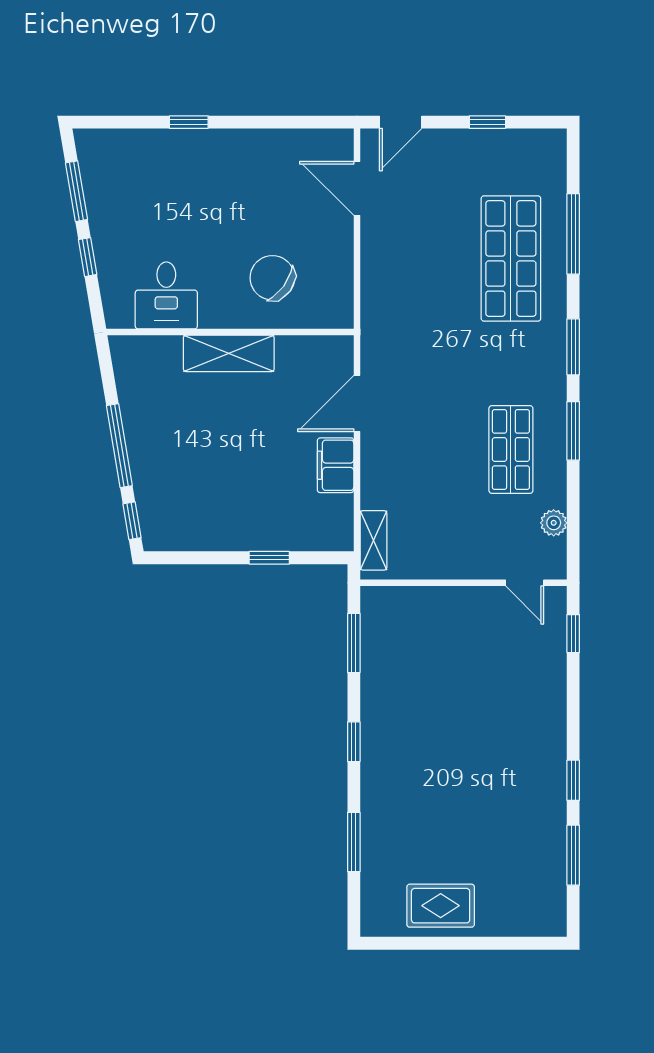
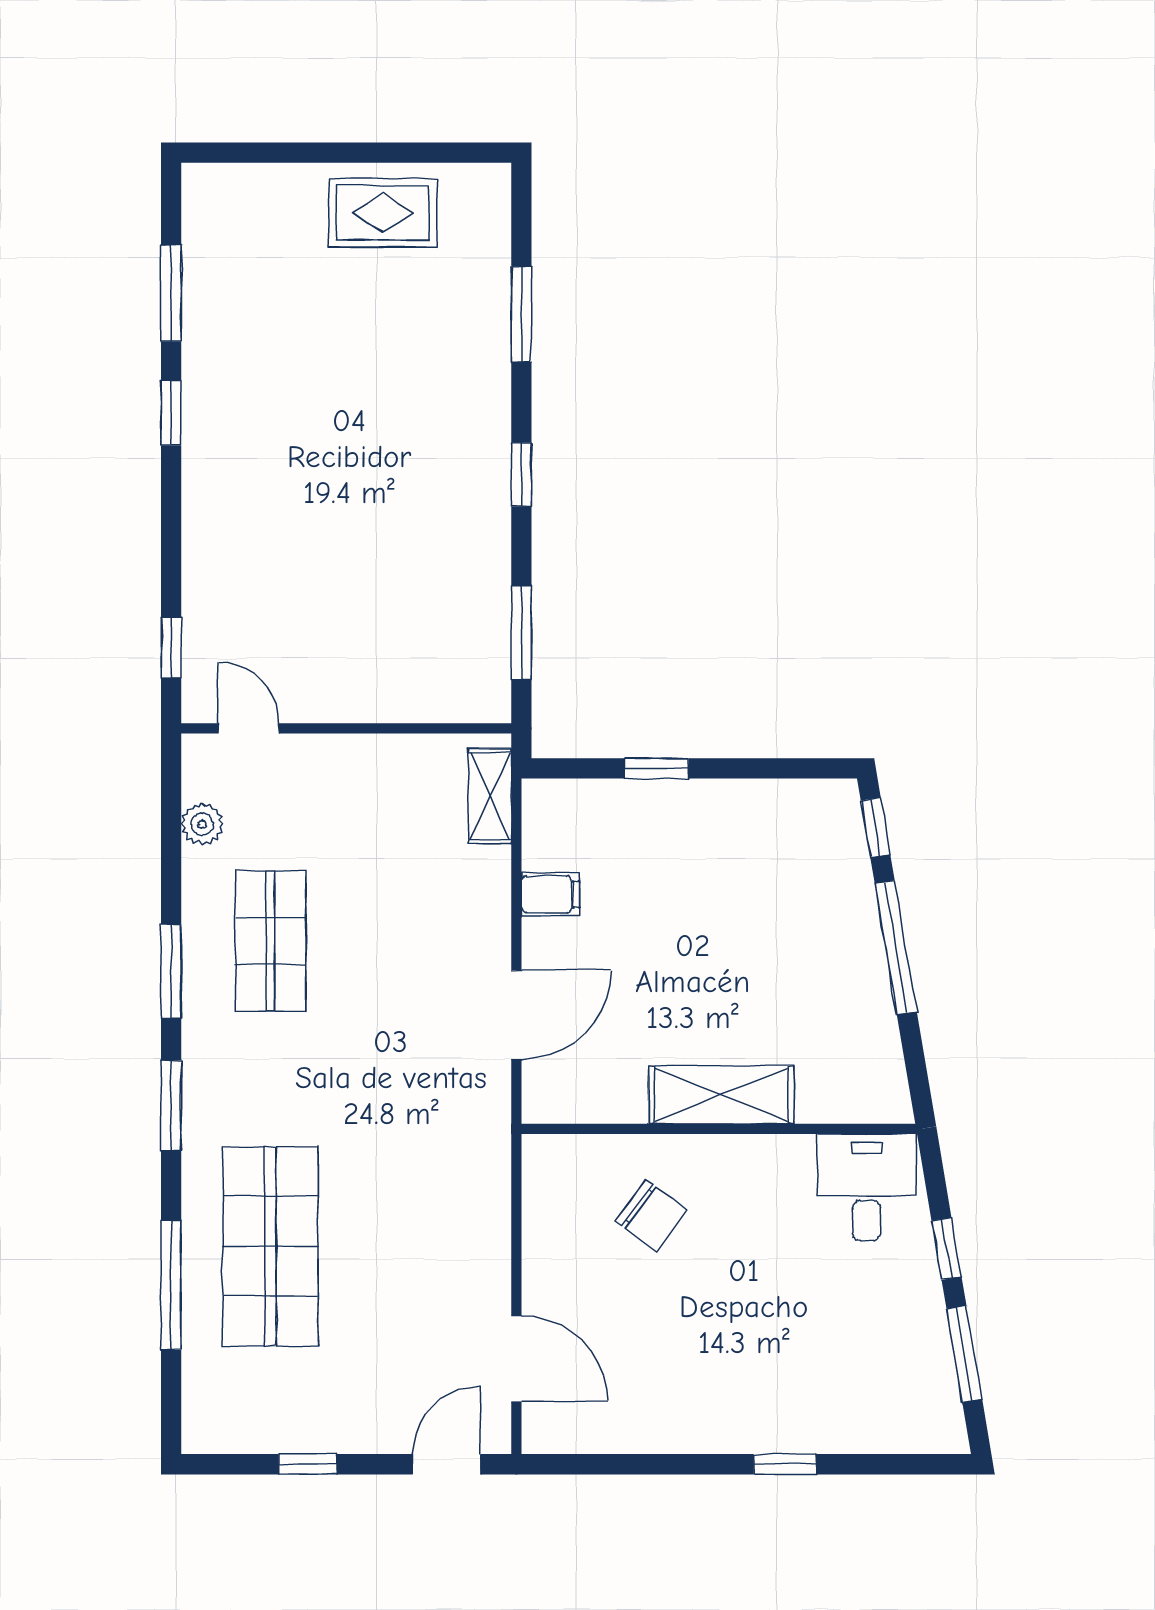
chair: (272, 278) -> (651, 1216), width x0.73, depth x0.73
desk: (166, 295) -> (867, 1187), moved
filing cabinet: (336, 465) -> (551, 894), width x0.50

